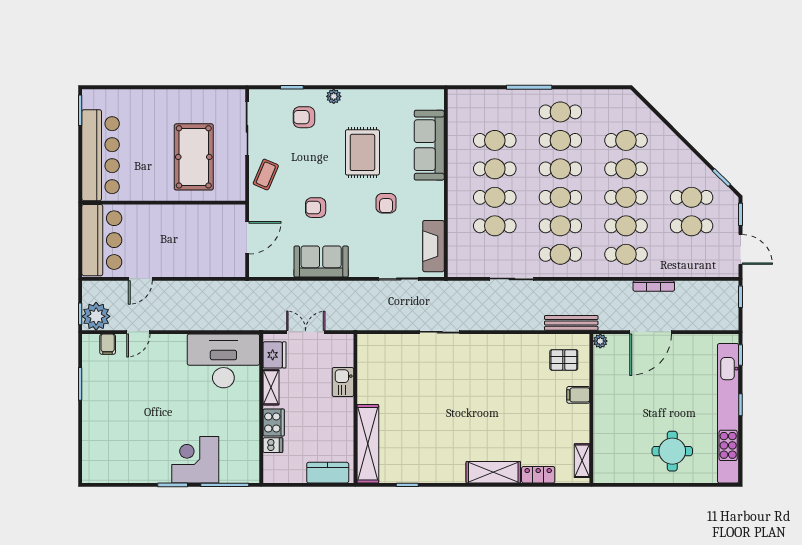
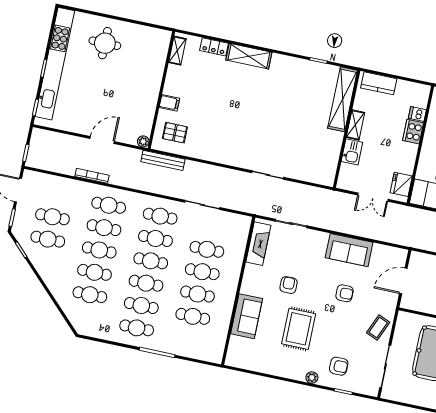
sofa: (429, 145) -> (247, 316), width x0.73
door: (651, 332) -> (102, 140), width x0.73
shelving: (271, 387) -> (355, 125), moved

